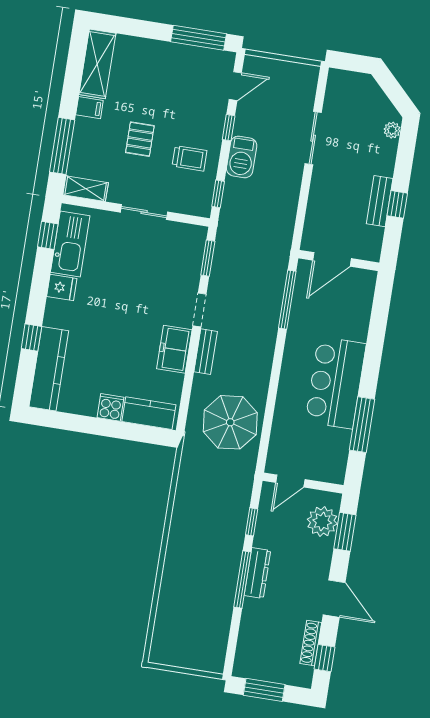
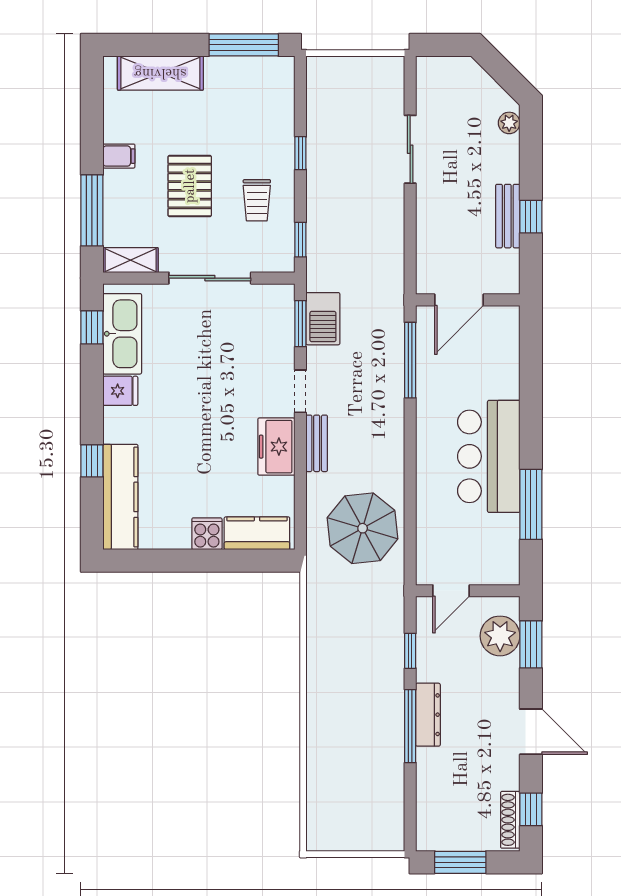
shelving: (97, 64) -> (160, 73), moved, turned 90
door: (235, 86) -> (300, 99), removed
pallet: (140, 139) -> (190, 186), width x1.50, depth x1.42
barbecue: (242, 157) -> (323, 319), moved
trolley: (190, 158) -> (257, 200), turned 90
sliding door: (144, 212) -> (210, 278), width x1.37
shoe rack: (311, 643) -> (510, 820), moved

